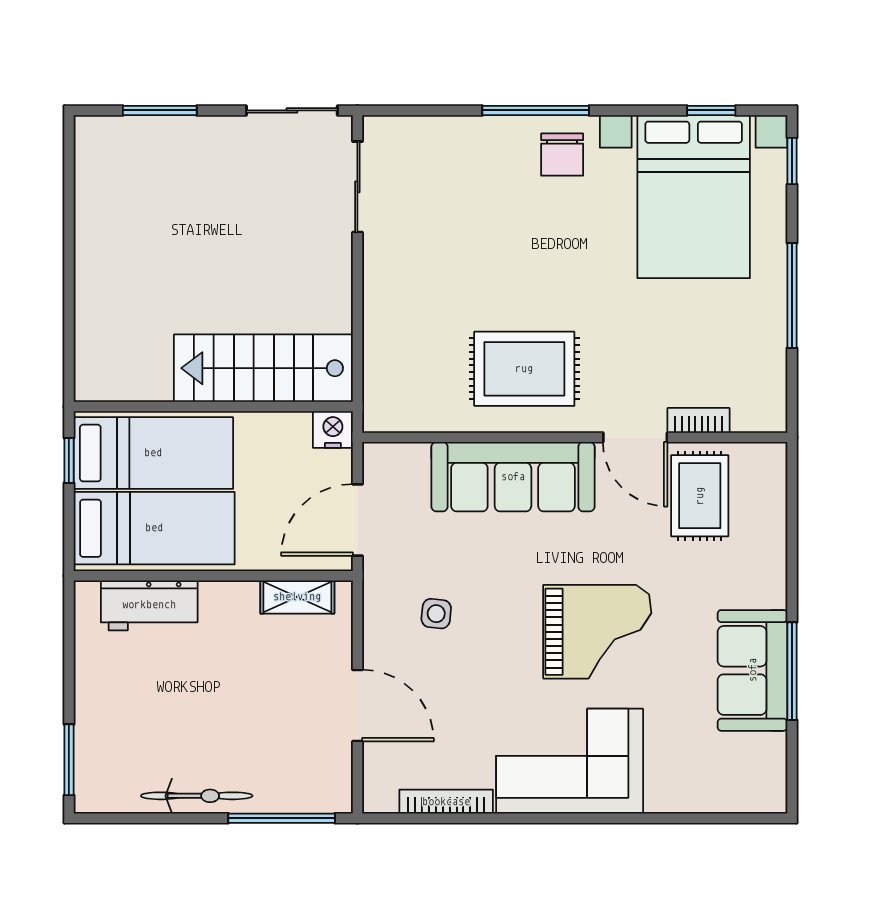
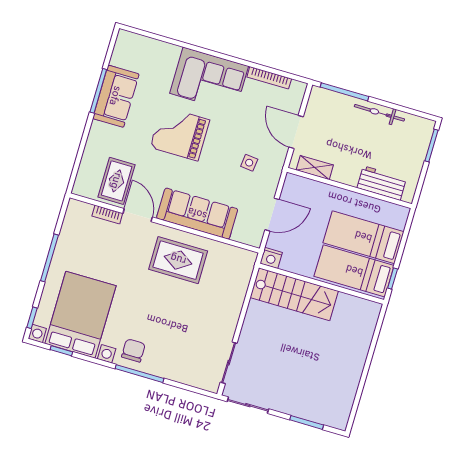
wall: (213, 576) -> (349, 188), moved
shelving: (297, 597) -> (315, 168), moved
workbench: (149, 605) -> (382, 183), moved

